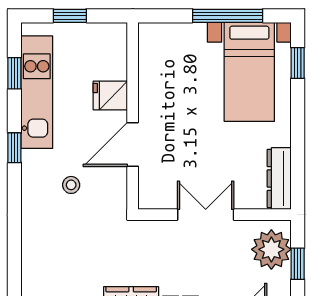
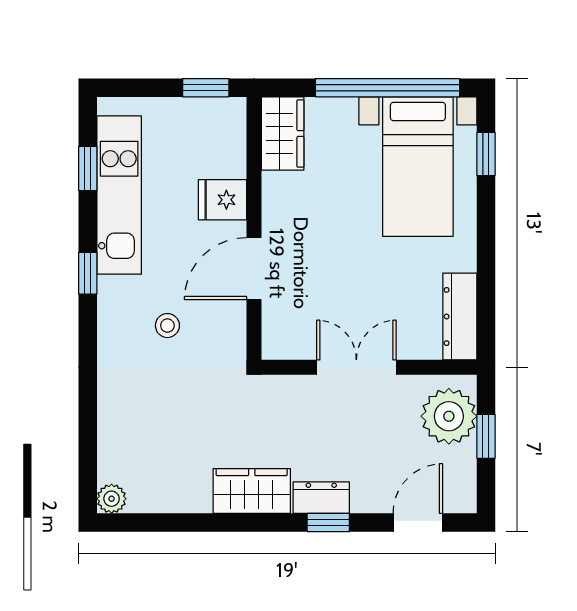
window: (70, 16) -> (206, 88), moved
window: (228, 16) -> (387, 88), width x1.46
wardrobe: (153, 48) -> (283, 133), added

